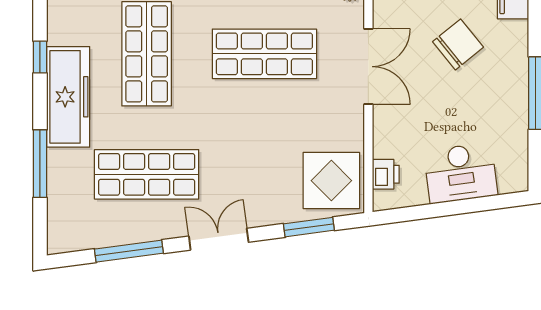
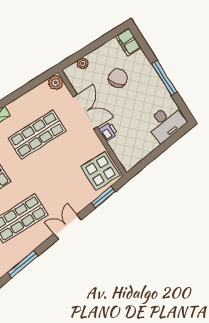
desk: (461, 173) -> (166, 123), moved
printer: (386, 174) -> (108, 132), moved
window: (129, 251) -> (23, 264), moved

